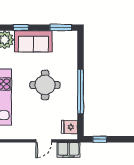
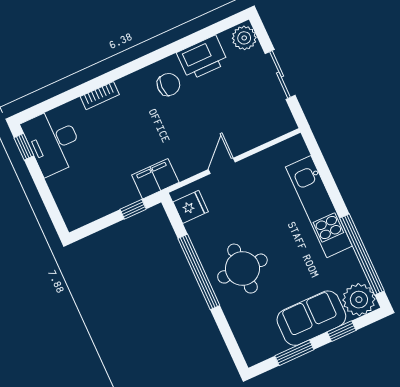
window: (61, 28) -> (294, 353), moved
round table: (45, 85) -> (242, 269), moved
filing cabinet: (68, 150) -> (155, 179), moved

